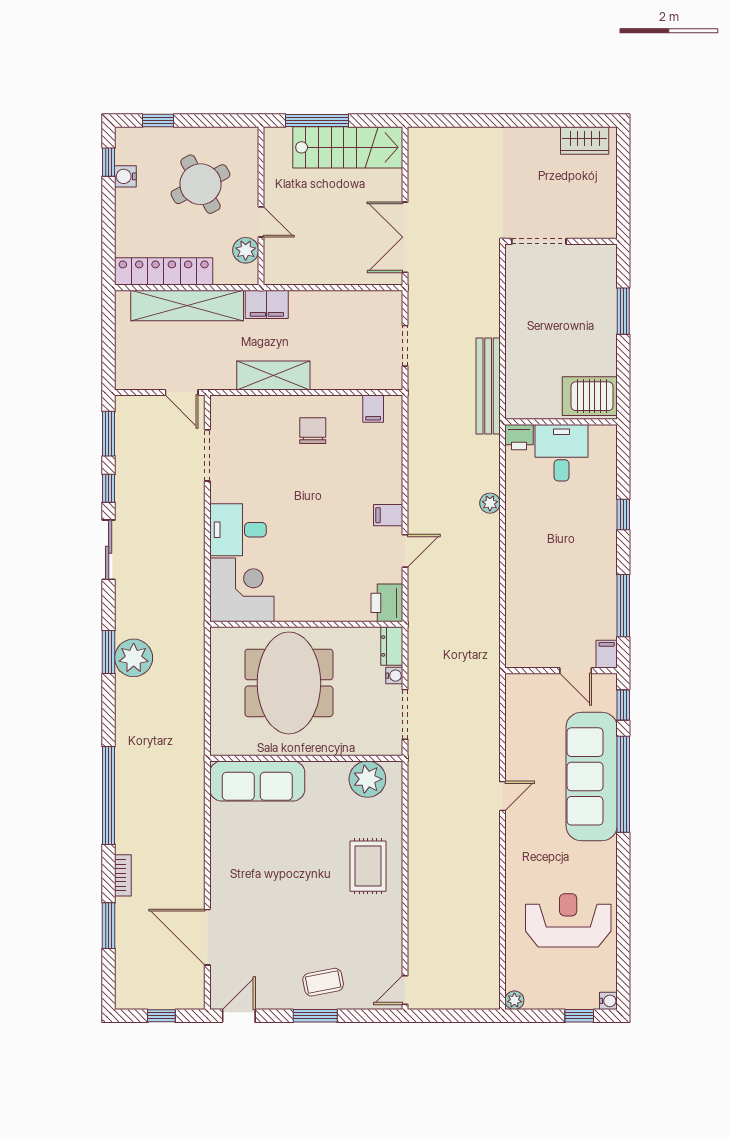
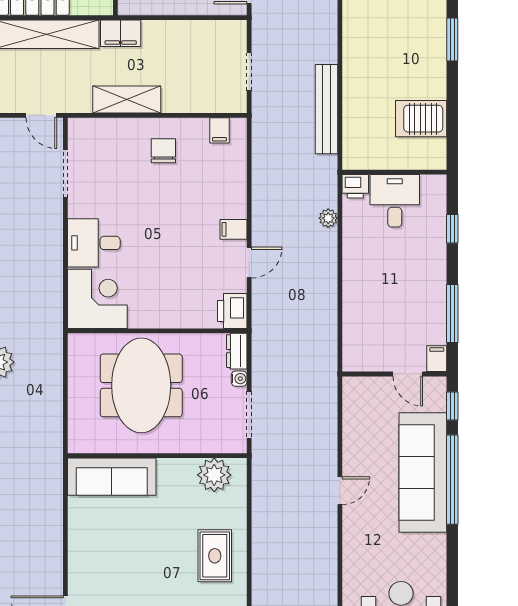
wall: (561, 422) -> (394, 172), moved
printer: (519, 437) -> (355, 186), moved
desk: (561, 453) -> (395, 201), moved

